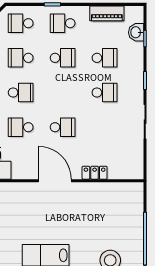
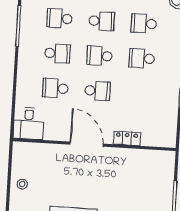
school desk: (105, 58) -> (144, 24), turned 180
school desk: (63, 93) -> (100, 56), added
school desk: (105, 93) -> (142, 58), turned 180

